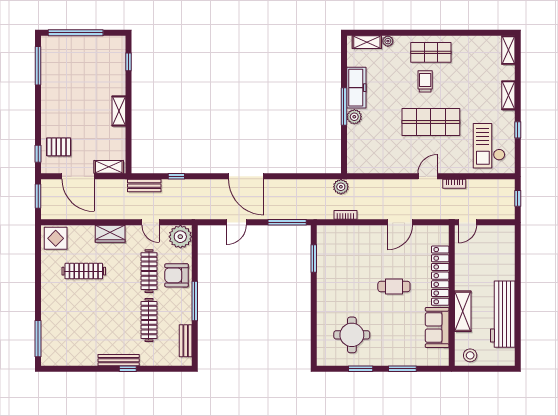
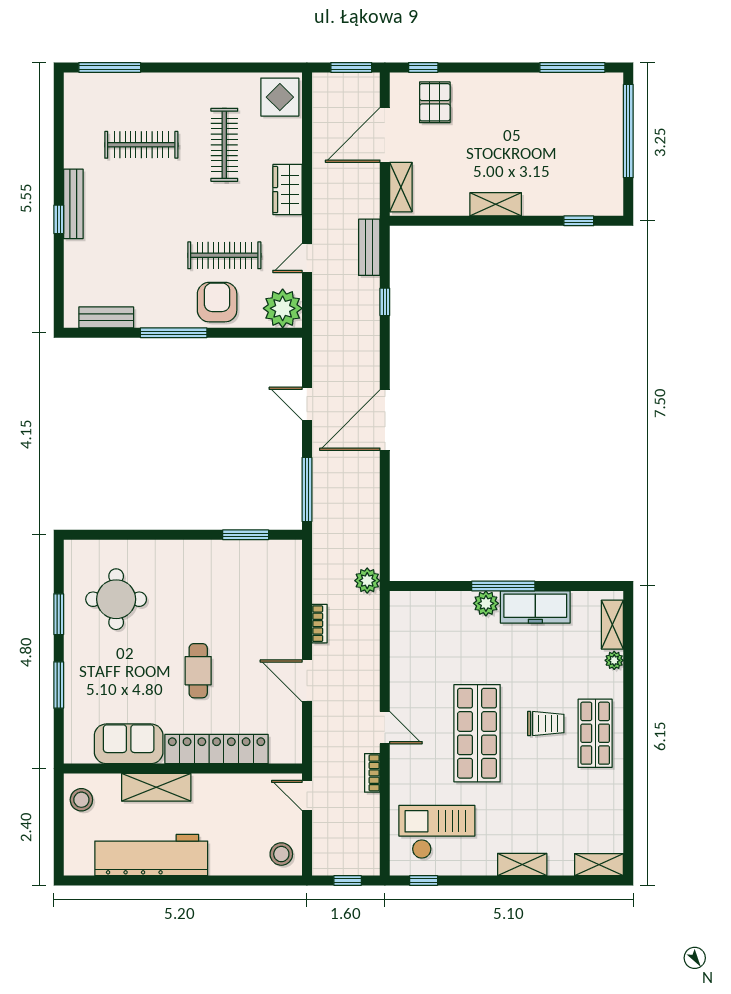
window: (518, 130) -> (424, 880), moved
bookcase: (346, 215) -> (320, 624), moved
stool: (502, 237) -> (281, 854), added
clothes rail: (149, 320) -> (141, 145), moved

